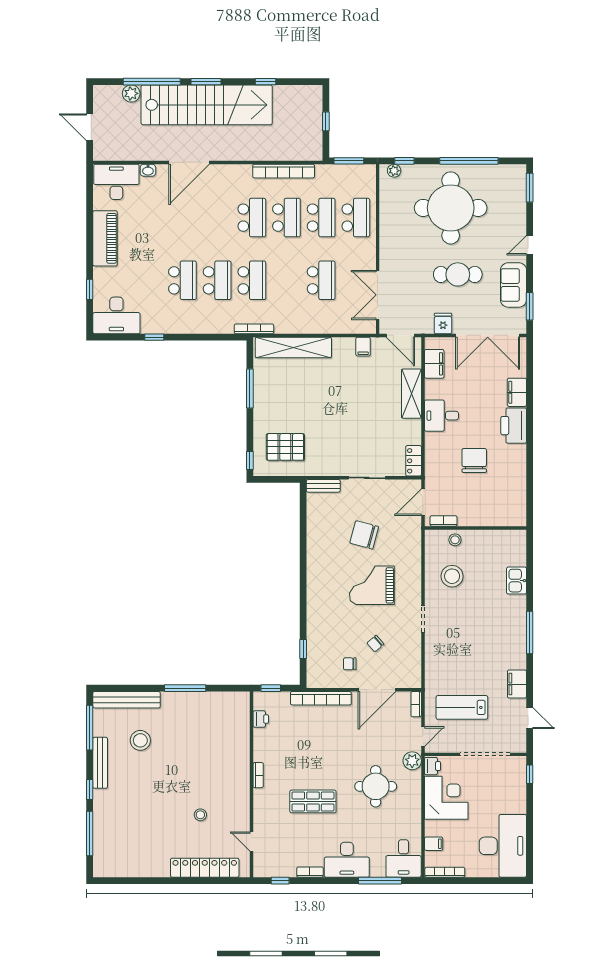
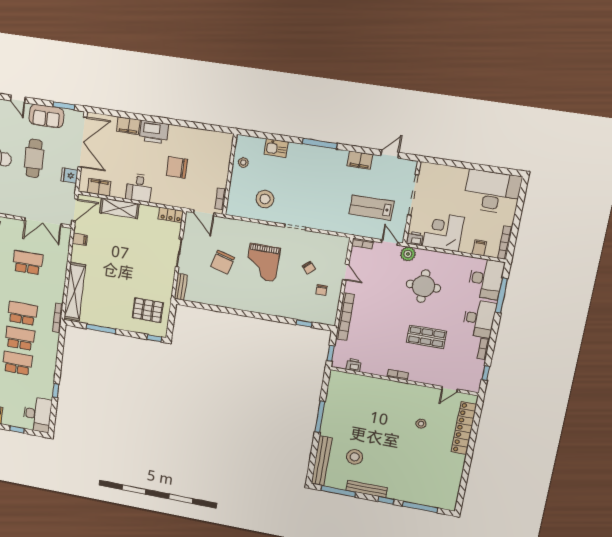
pallet: (285, 447) -> (148, 310), turned 90
stool: (455, 540) -> (243, 162), moved
door: (377, 690) -> (346, 272), width x0.53
lab bench: (462, 707) -> (371, 208), turned 90
window: (530, 774) -> (436, 161), removed
shop shelf: (313, 801) -> (427, 337), turned 90
desk: (404, 858) -> (486, 279), width x1.37

